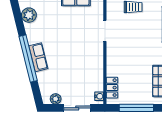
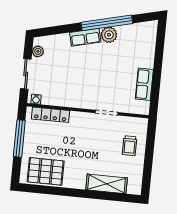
plant: (29, 15) -> (109, 35), moved
window: (28, 59) -> (107, 23), moved
locker: (112, 88) -> (50, 115), width x1.53

